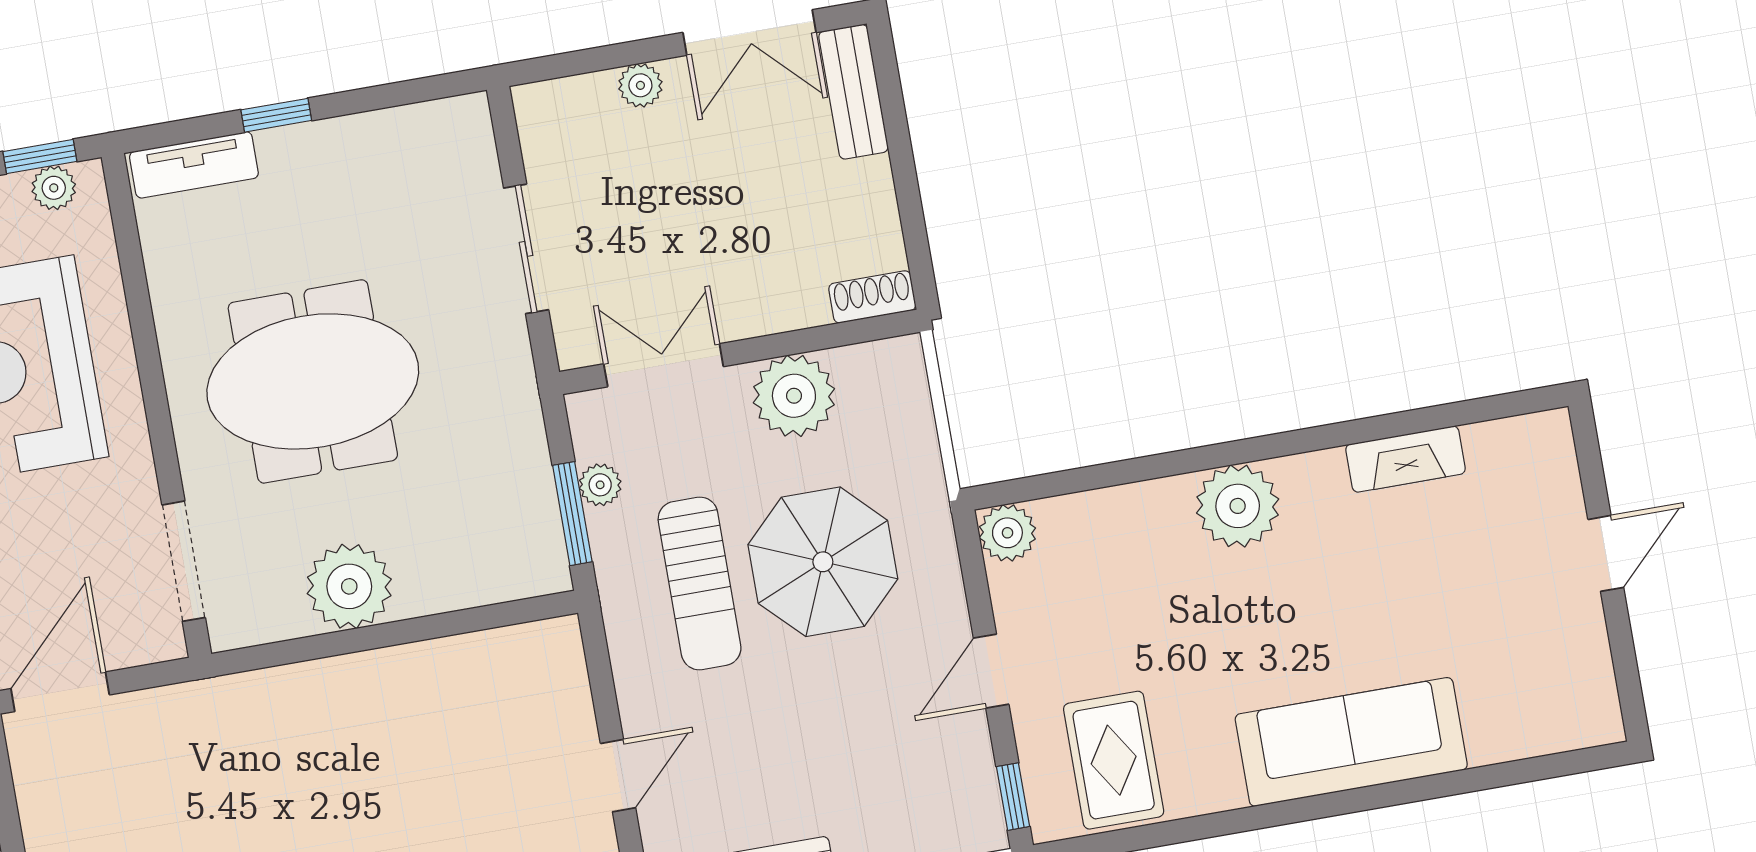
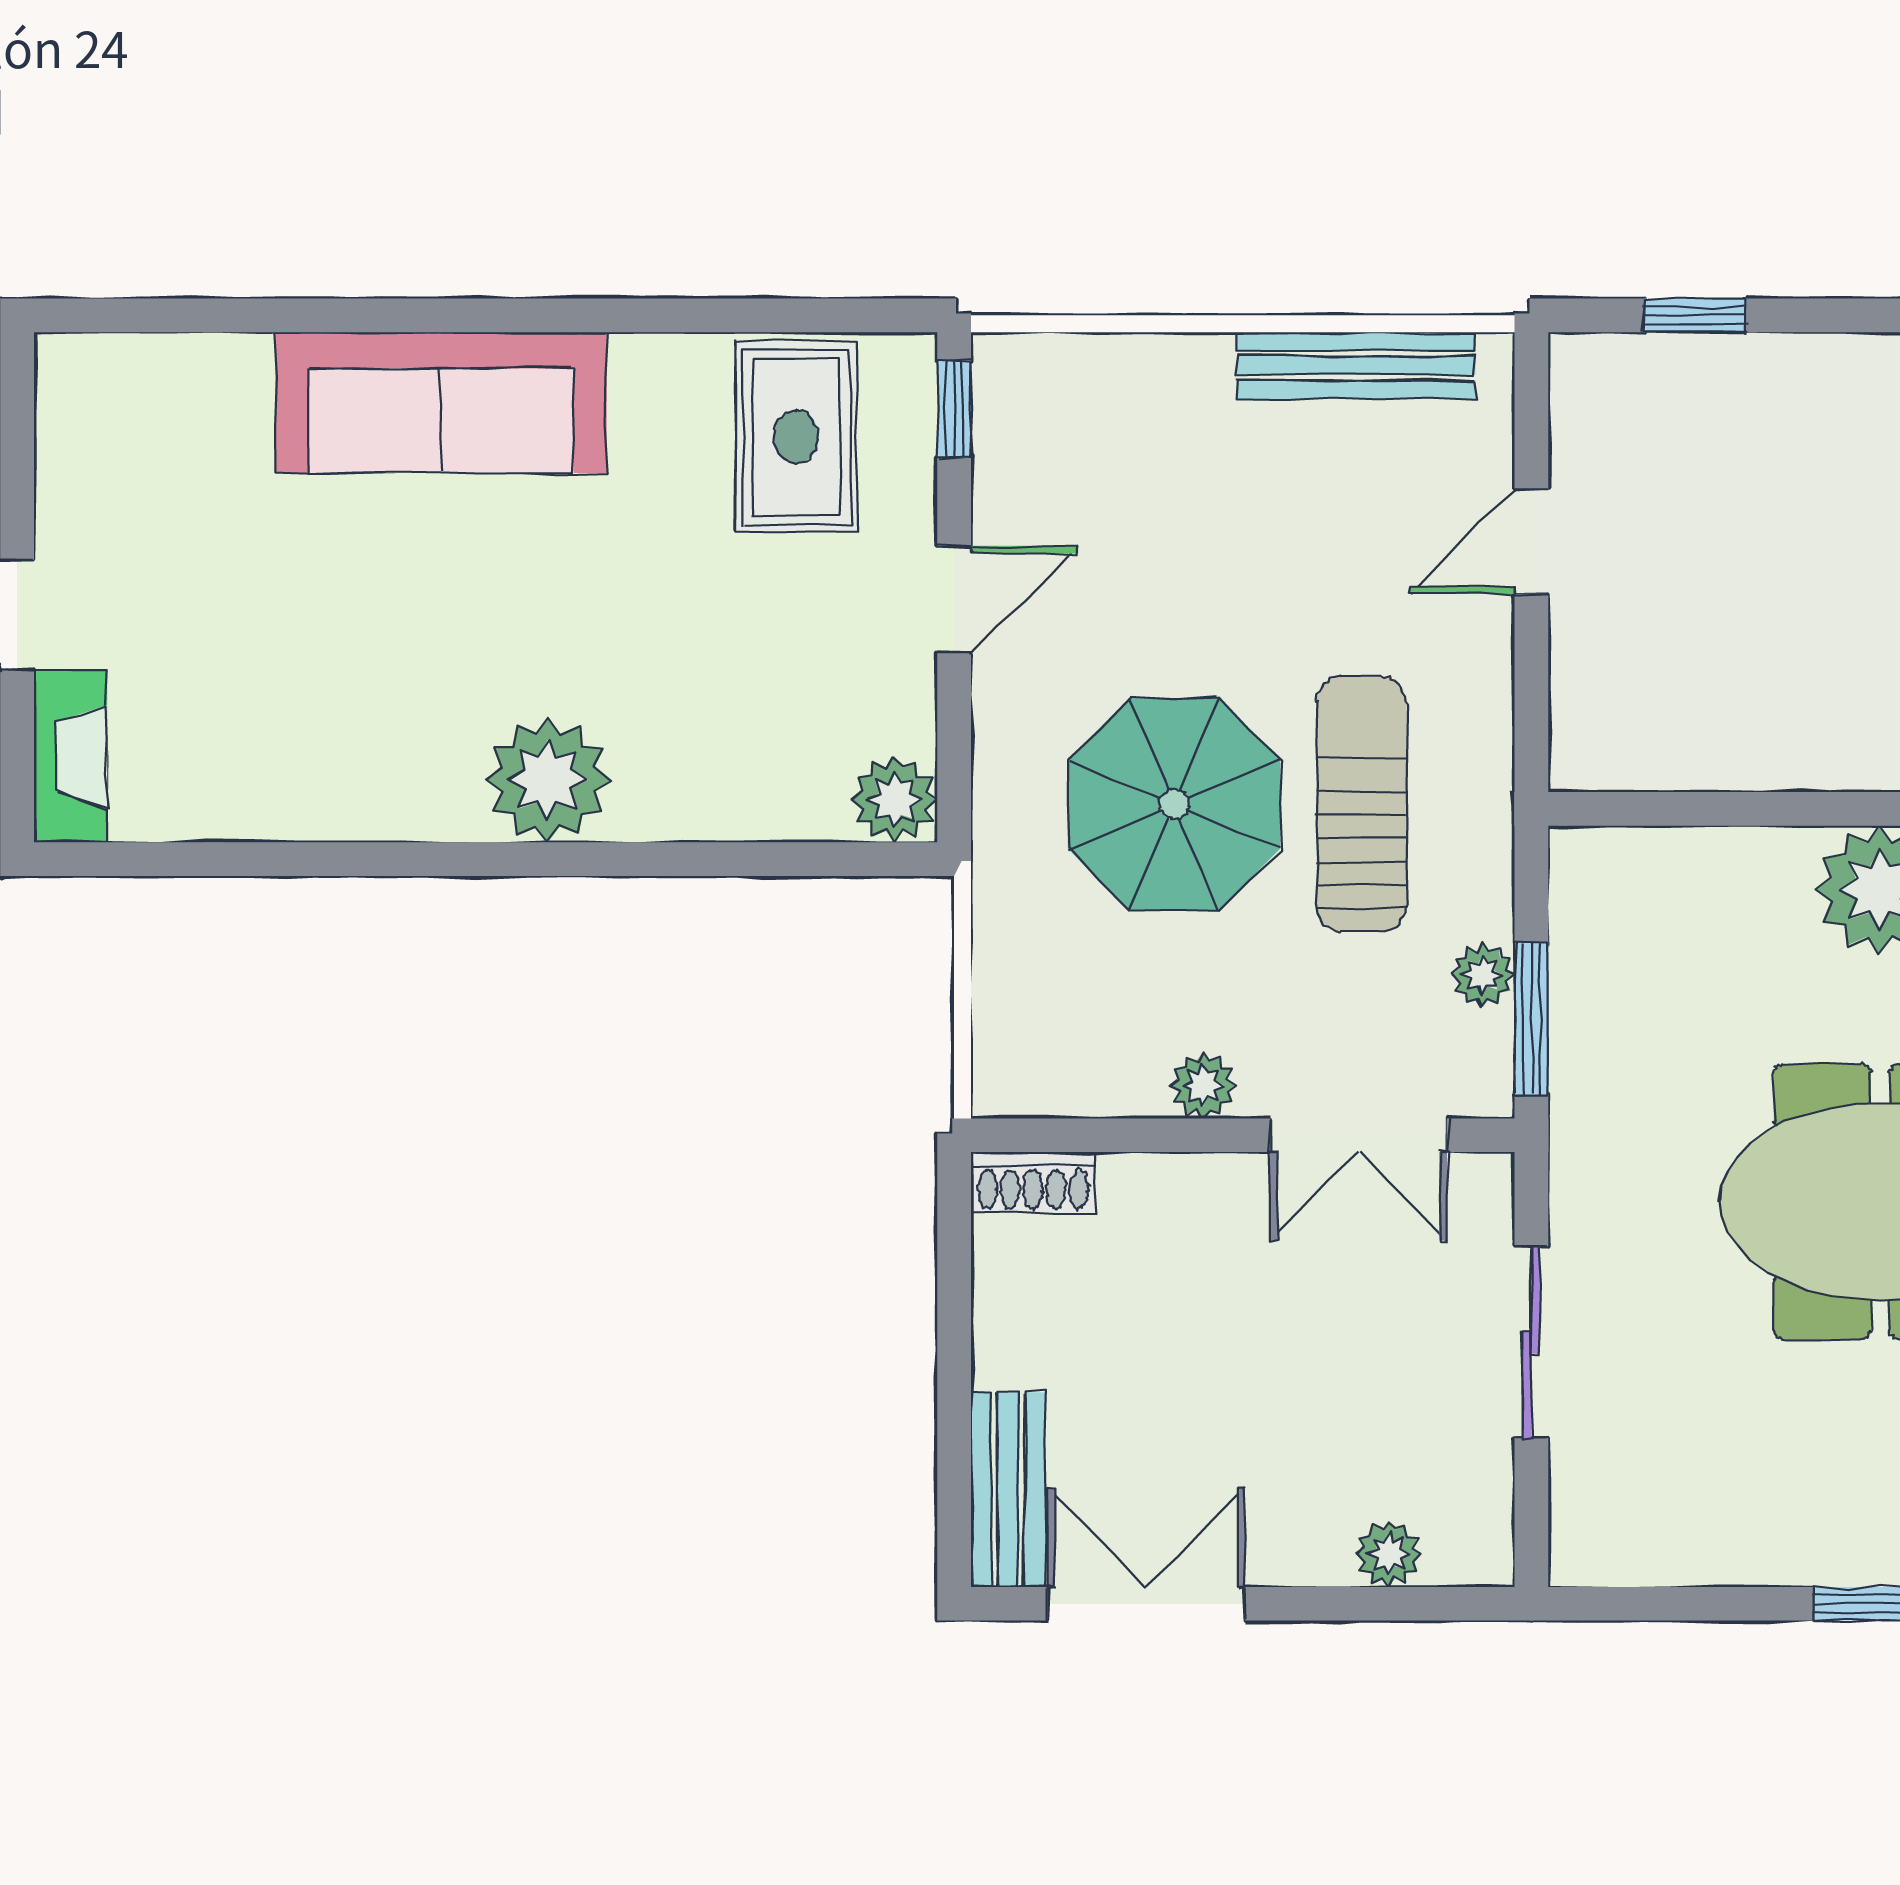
plant: (640, 85) -> (1389, 1554), moved
plant: (794, 396) -> (1203, 1085), width x0.53, depth x0.53
fireplace: (1405, 459) -> (70, 757), moved, turned 90
window: (572, 514) -> (1531, 1019), moved

